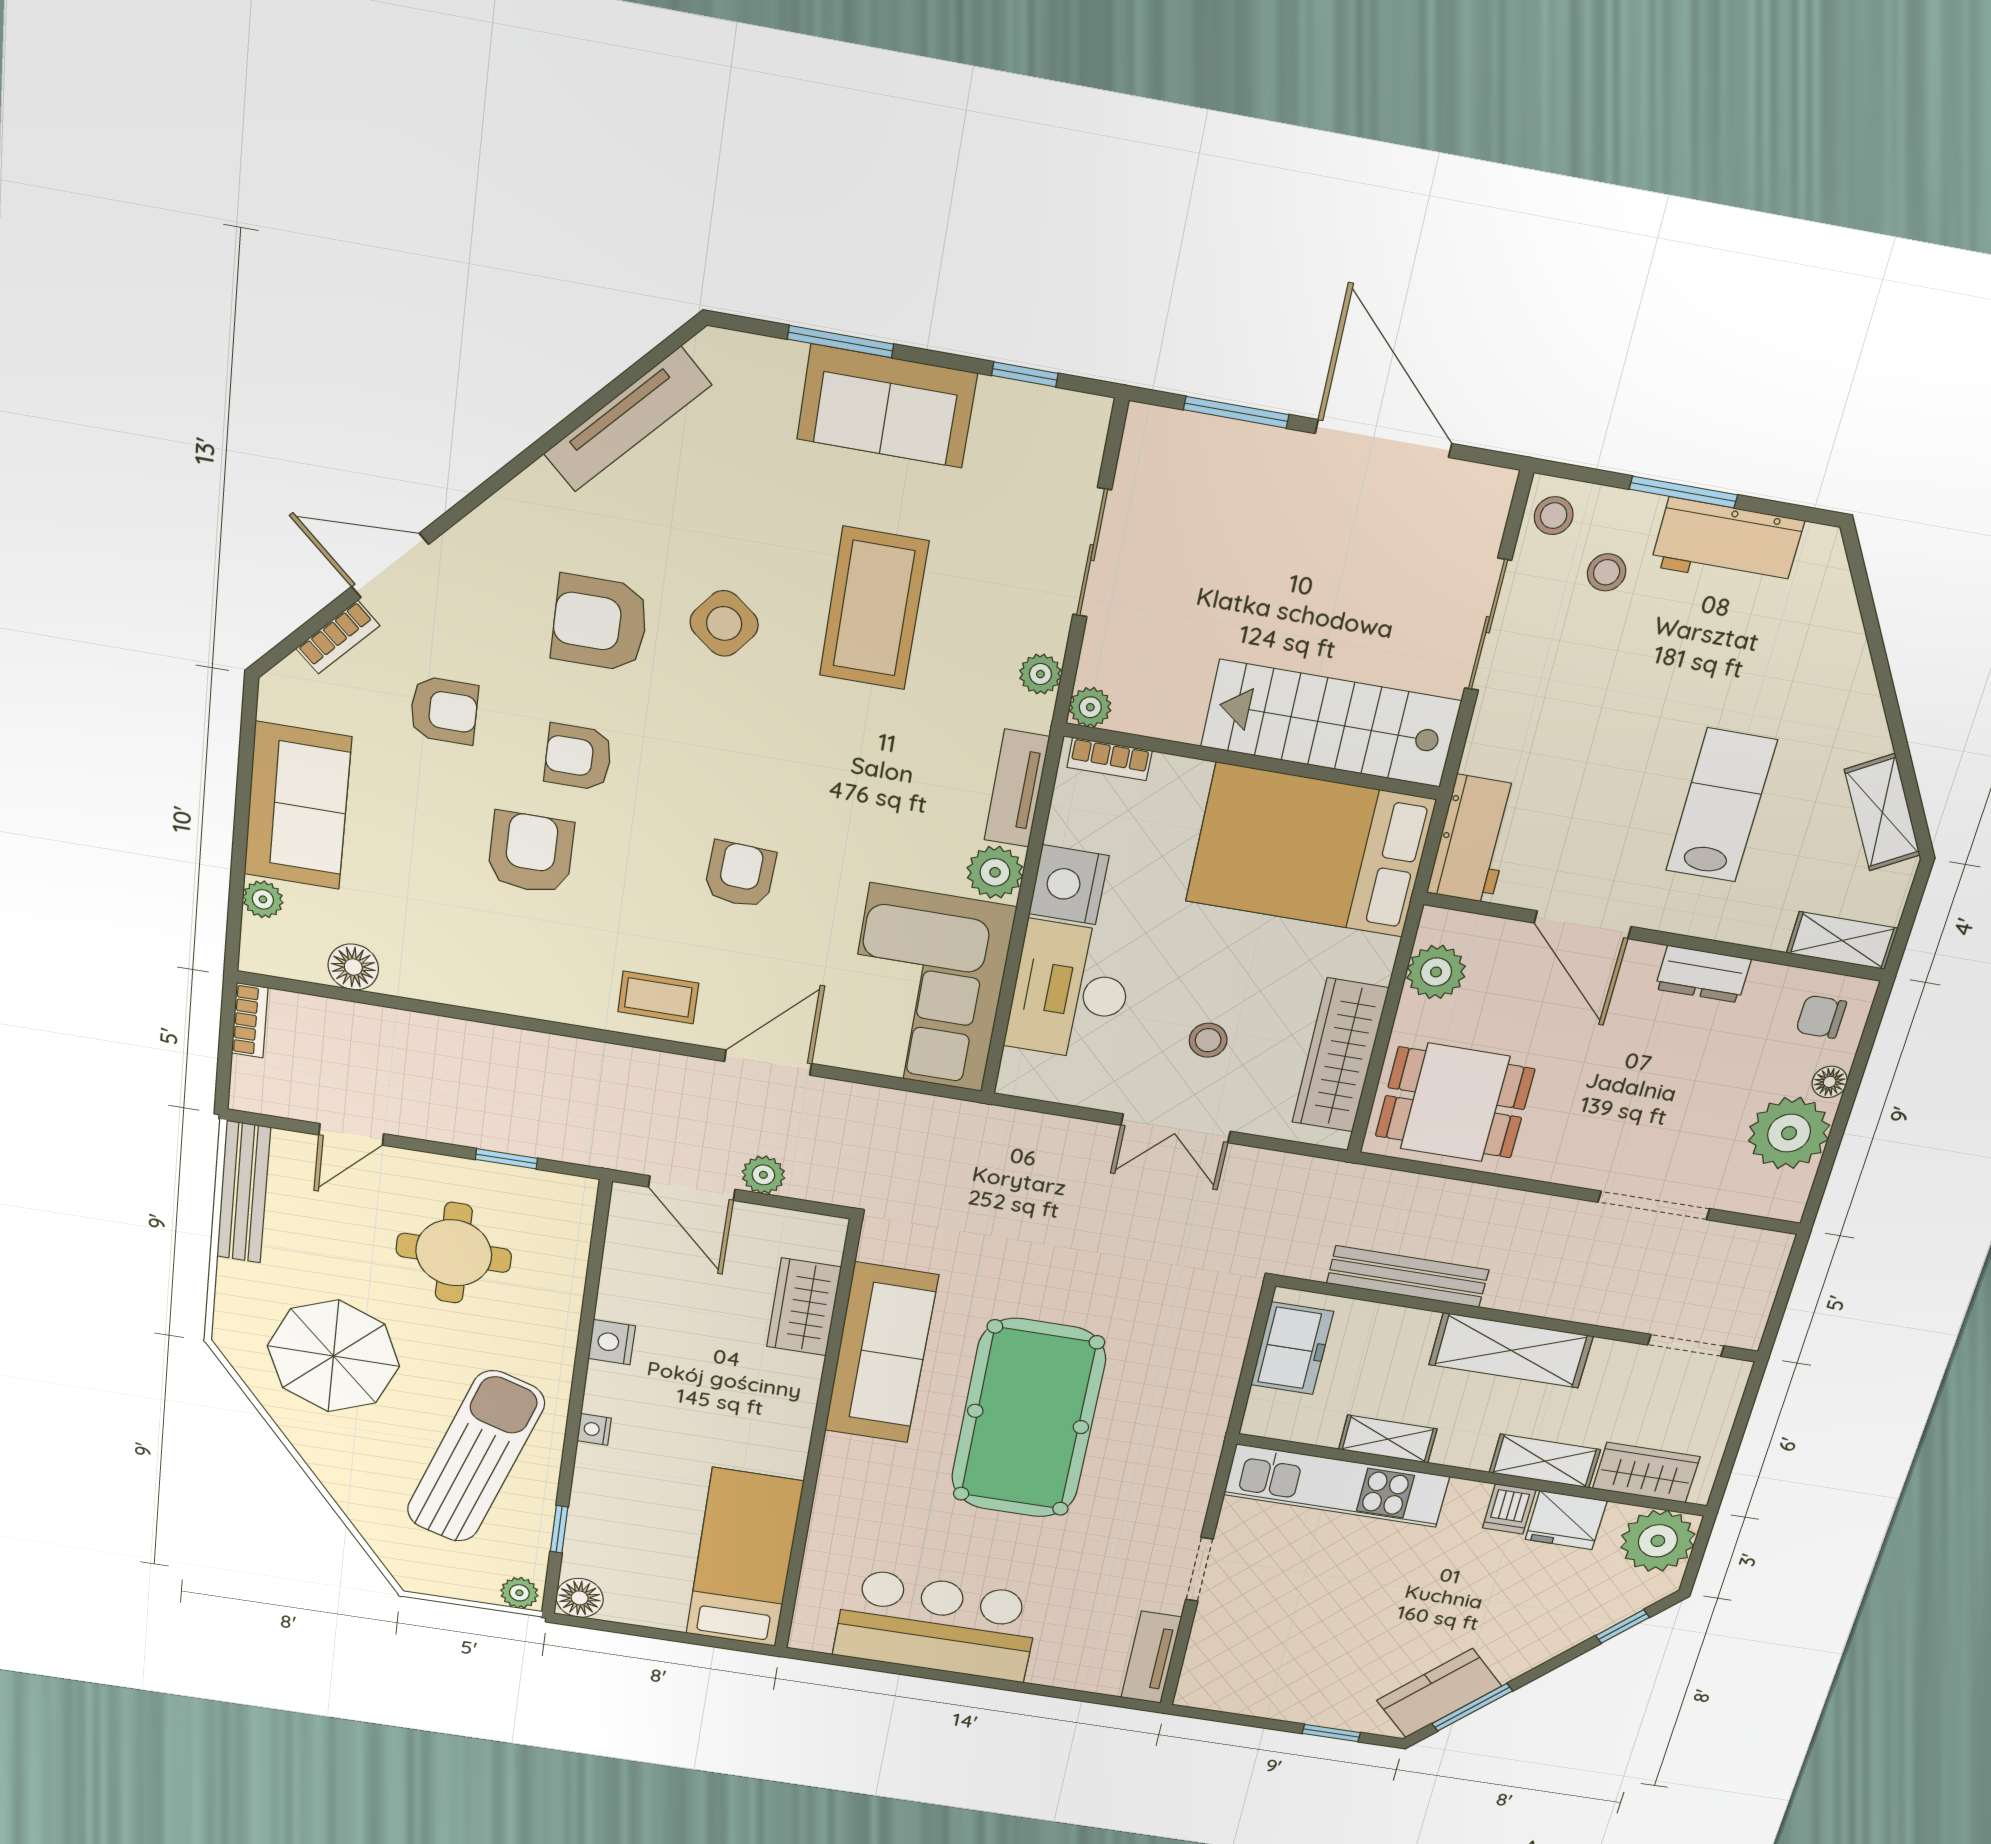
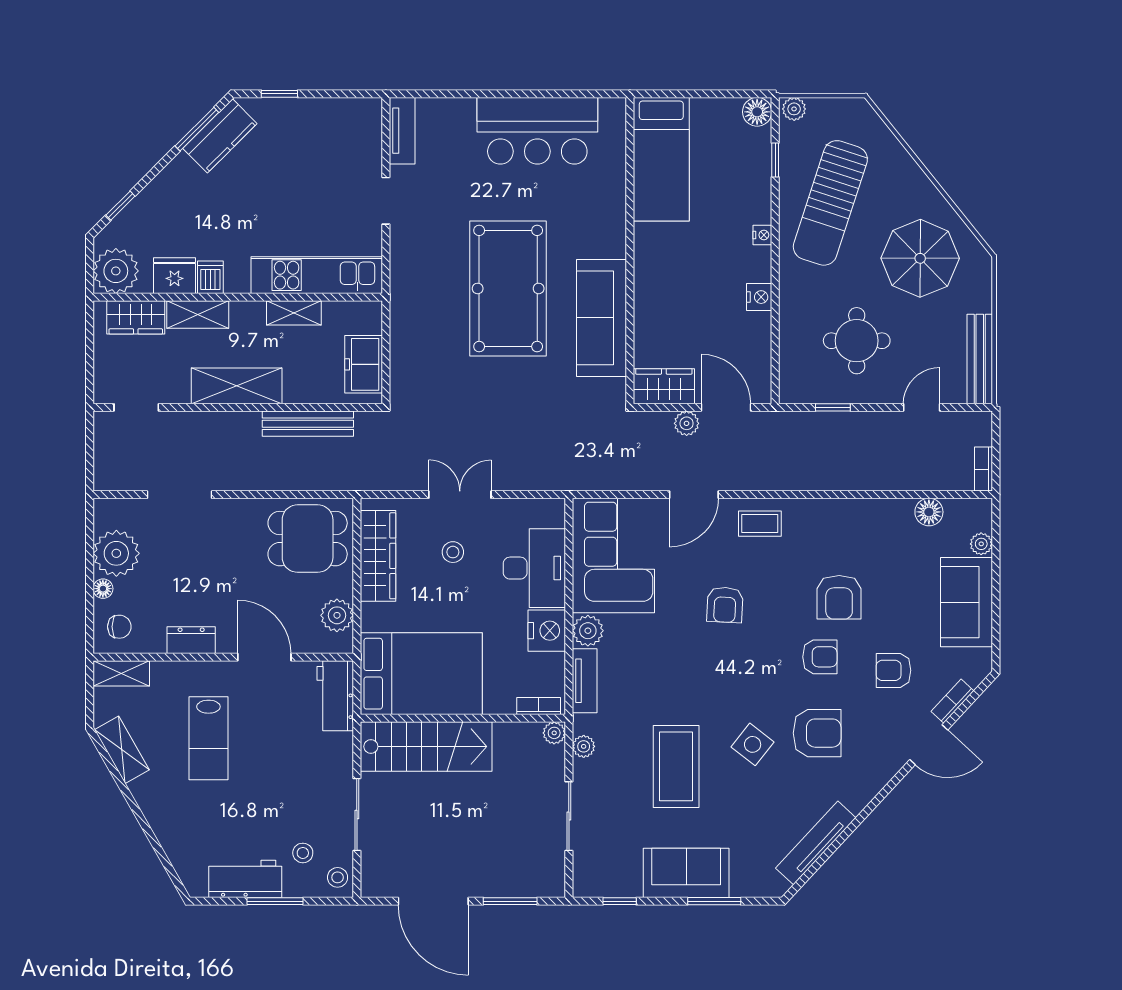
wardrobe: (804, 1307) -> (664, 386), moved, turned -90

